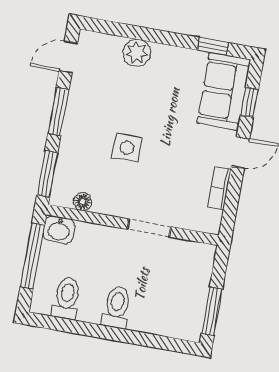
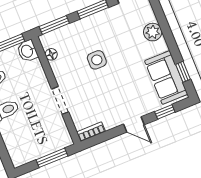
sofa: (224, 91) -> (166, 77), moved, turned -90
bookcase: (219, 188) -> (91, 132), moved
window: (212, 311) -> (52, 158), moved

